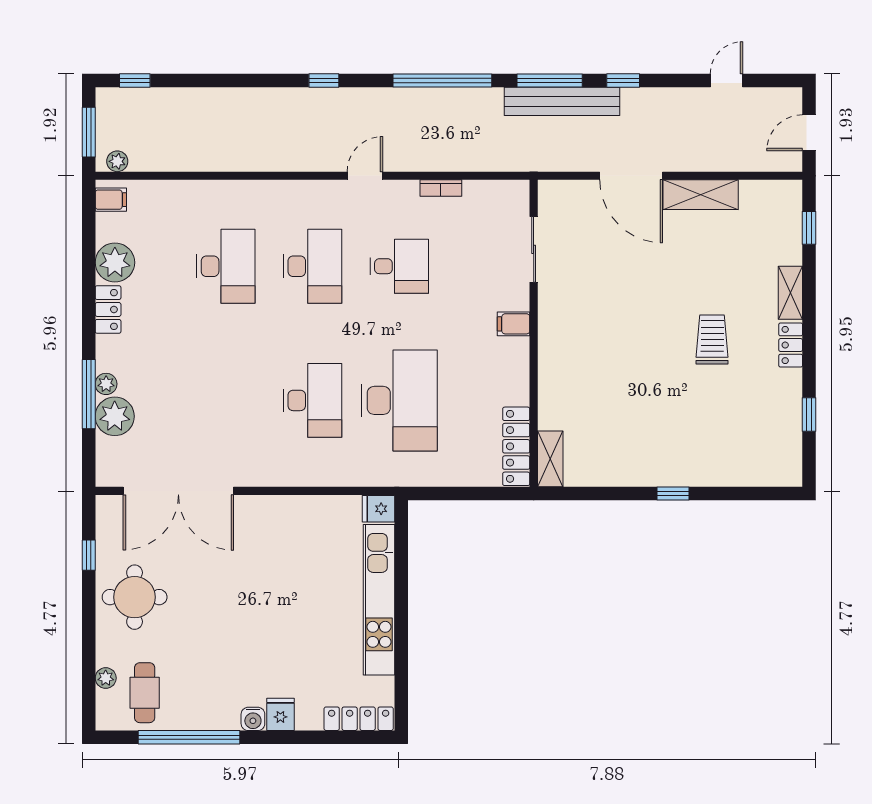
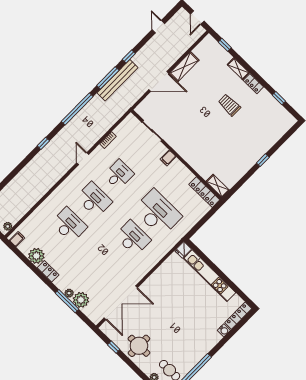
fridge: (280, 714) -> (215, 337), removed
water cooler: (253, 719) -> (224, 330), moved

